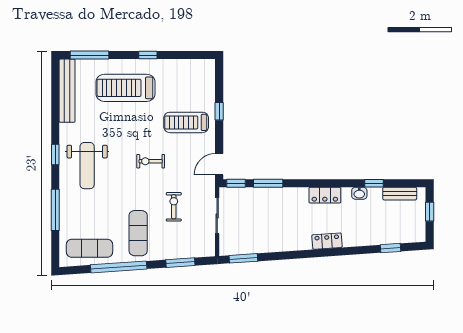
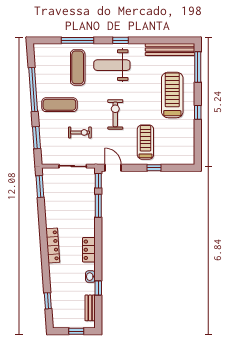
exercise bike: (151, 161) -> (115, 114), width x1.38, depth x1.39
locker: (327, 241) -> (53, 245), width x1.53
exercise mat: (89, 248) -> (78, 67), moved

